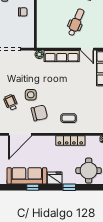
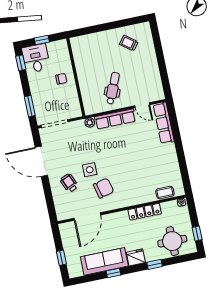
dental chair: (76, 22) -> (113, 88), moved
coffee table: (69, 118) -> (165, 193), moved

